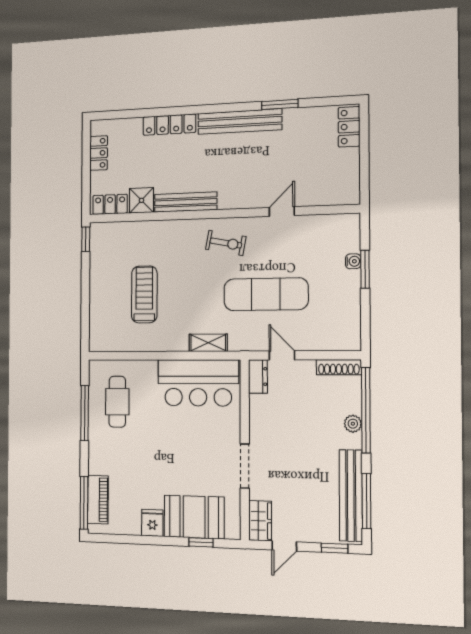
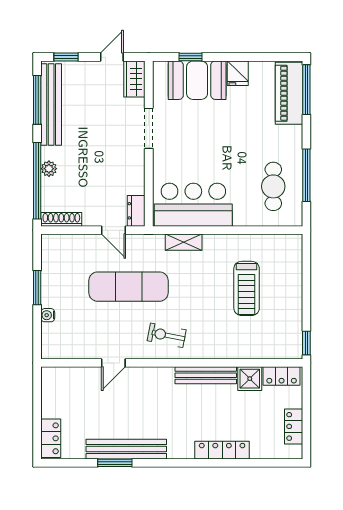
bench: (240, 122) -> (126, 449), moved
window: (365, 269) -> (37, 288), moved
piano: (98, 500) -> (289, 93), width x1.37, depth x1.33

